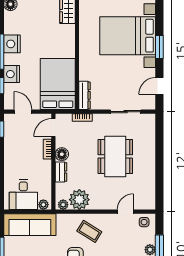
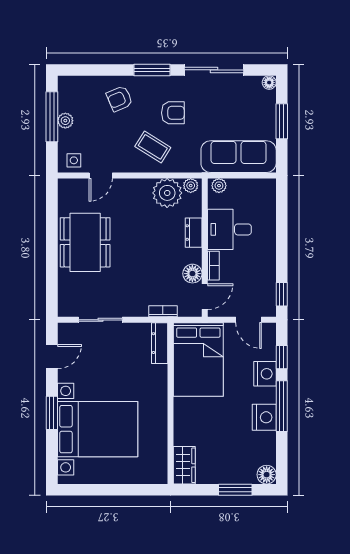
floor lamp: (62, 154) -> (192, 274), moved
dining table: (115, 156) -> (85, 242), moved
desk: (23, 195) -> (229, 229), moved, turned -90

